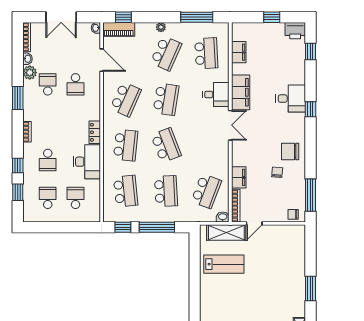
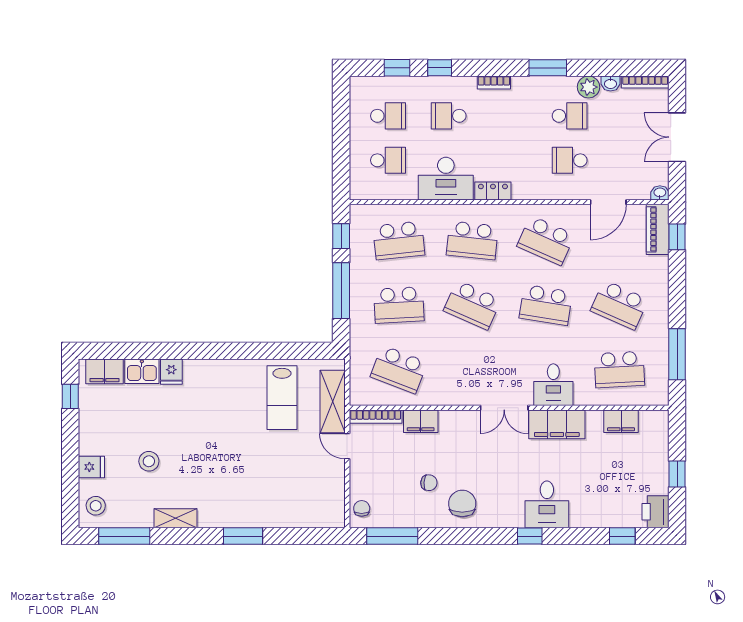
plant: (161, 27) -> (661, 297), removed
school desk: (166, 145) -> (472, 305), turned 45
washbasin: (223, 217) -> (357, 396), removed

